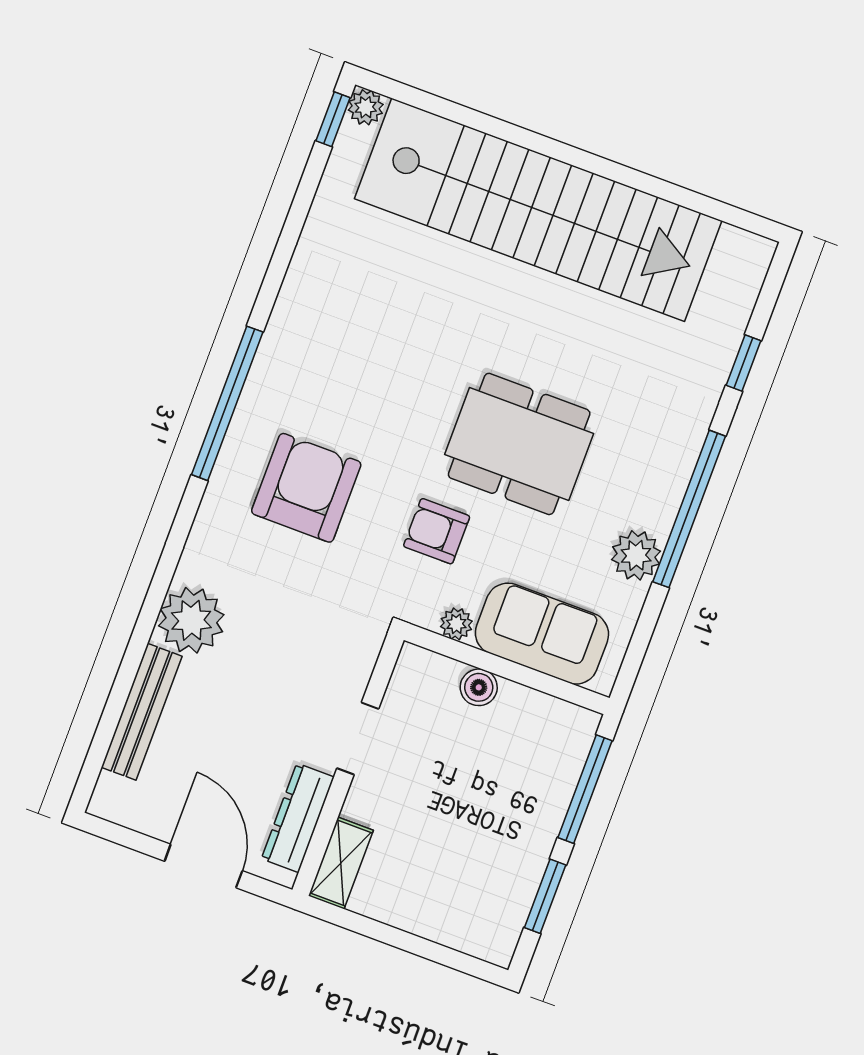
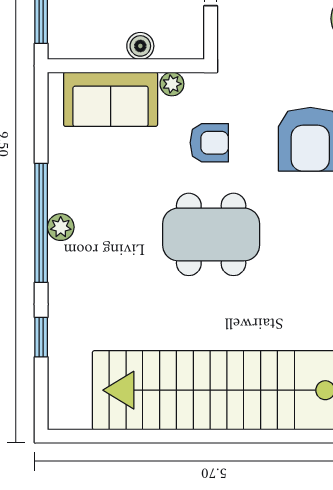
dining table: (519, 444) -> (211, 234), moved
plant: (636, 555) -> (61, 227), moved, width x0.73, depth x0.73

